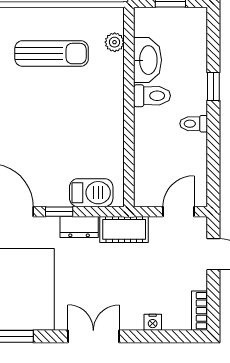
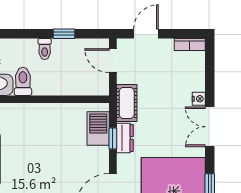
window: (213, 86) -> (64, 34), moved
window: (59, 212) -> (113, 139), moved
nightstand: (153, 322) -> (199, 99), moved

